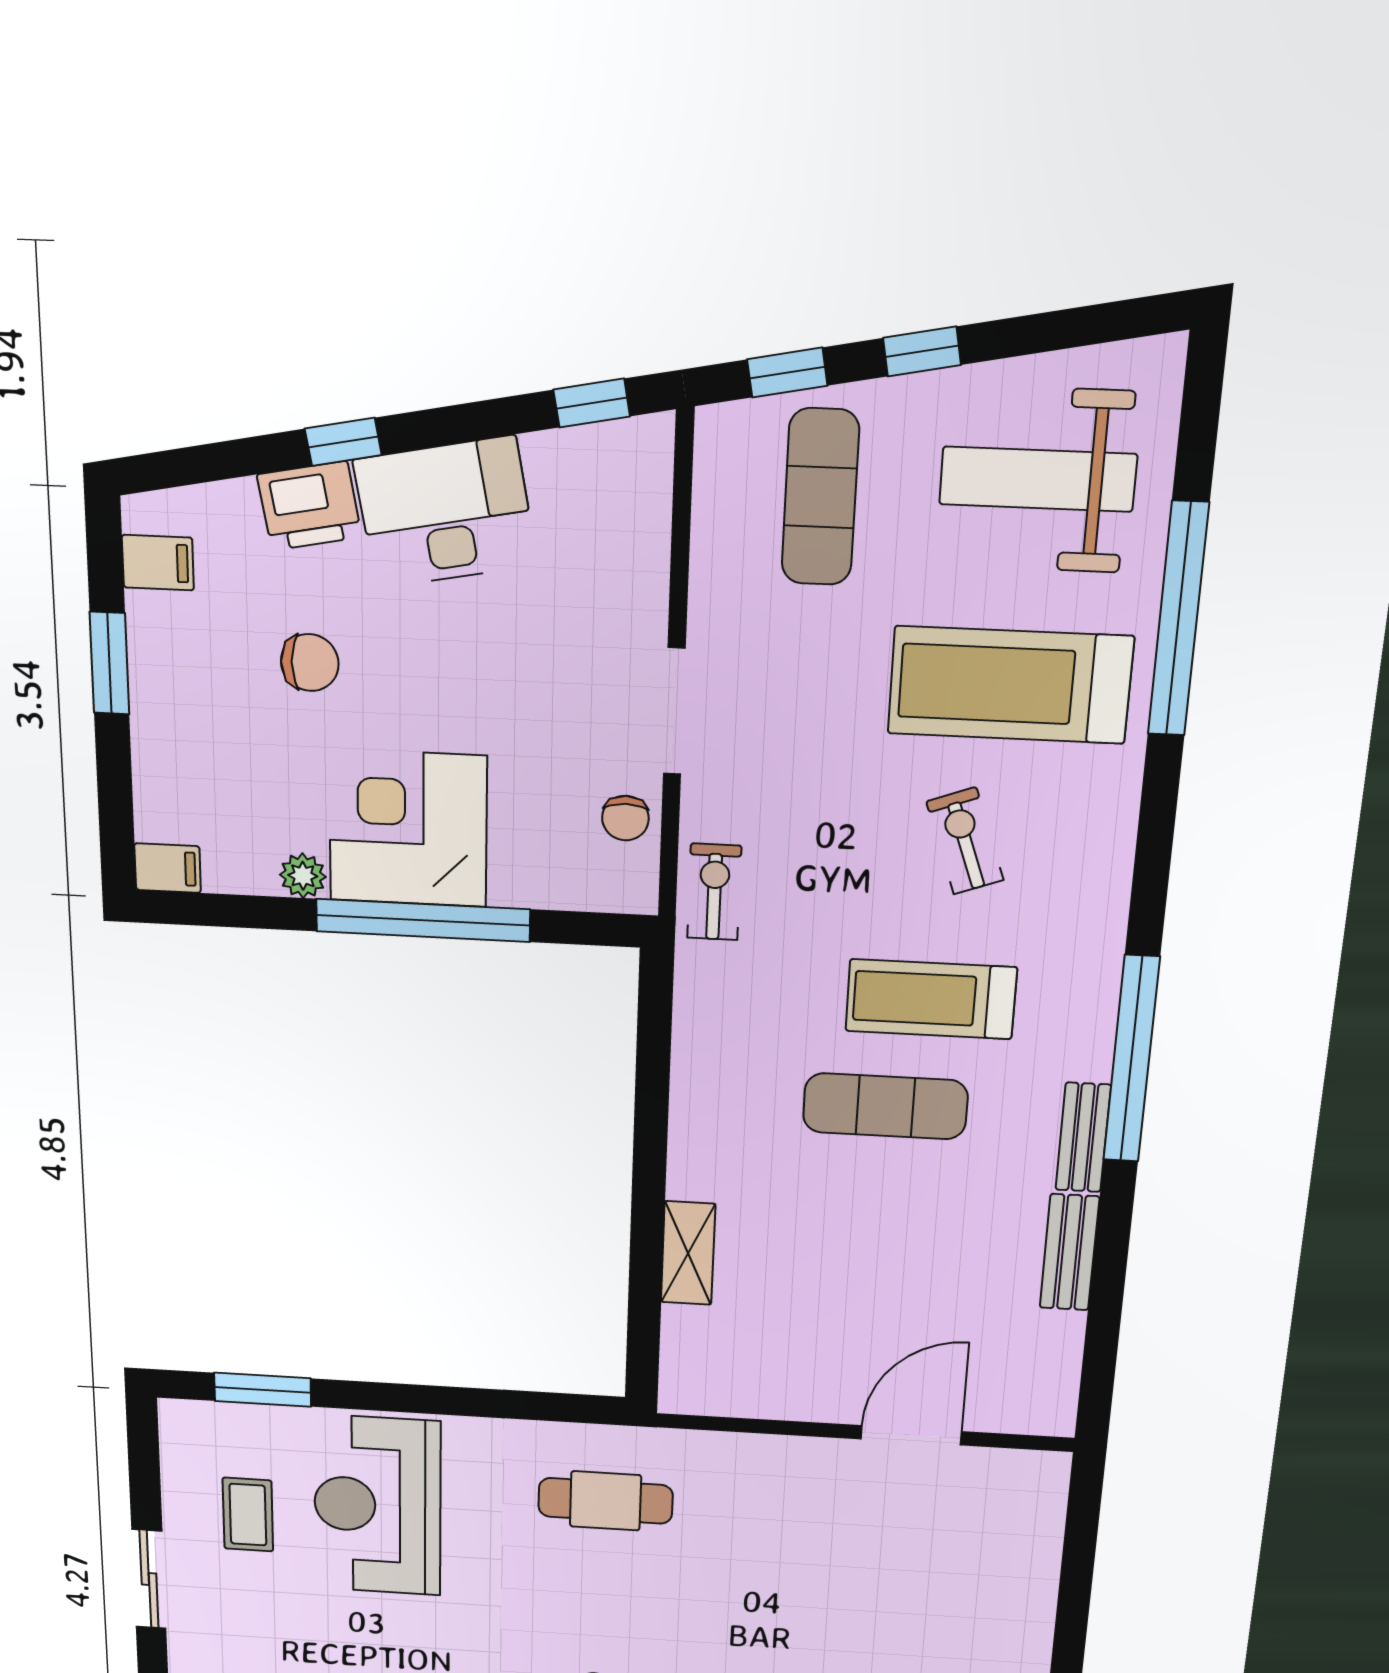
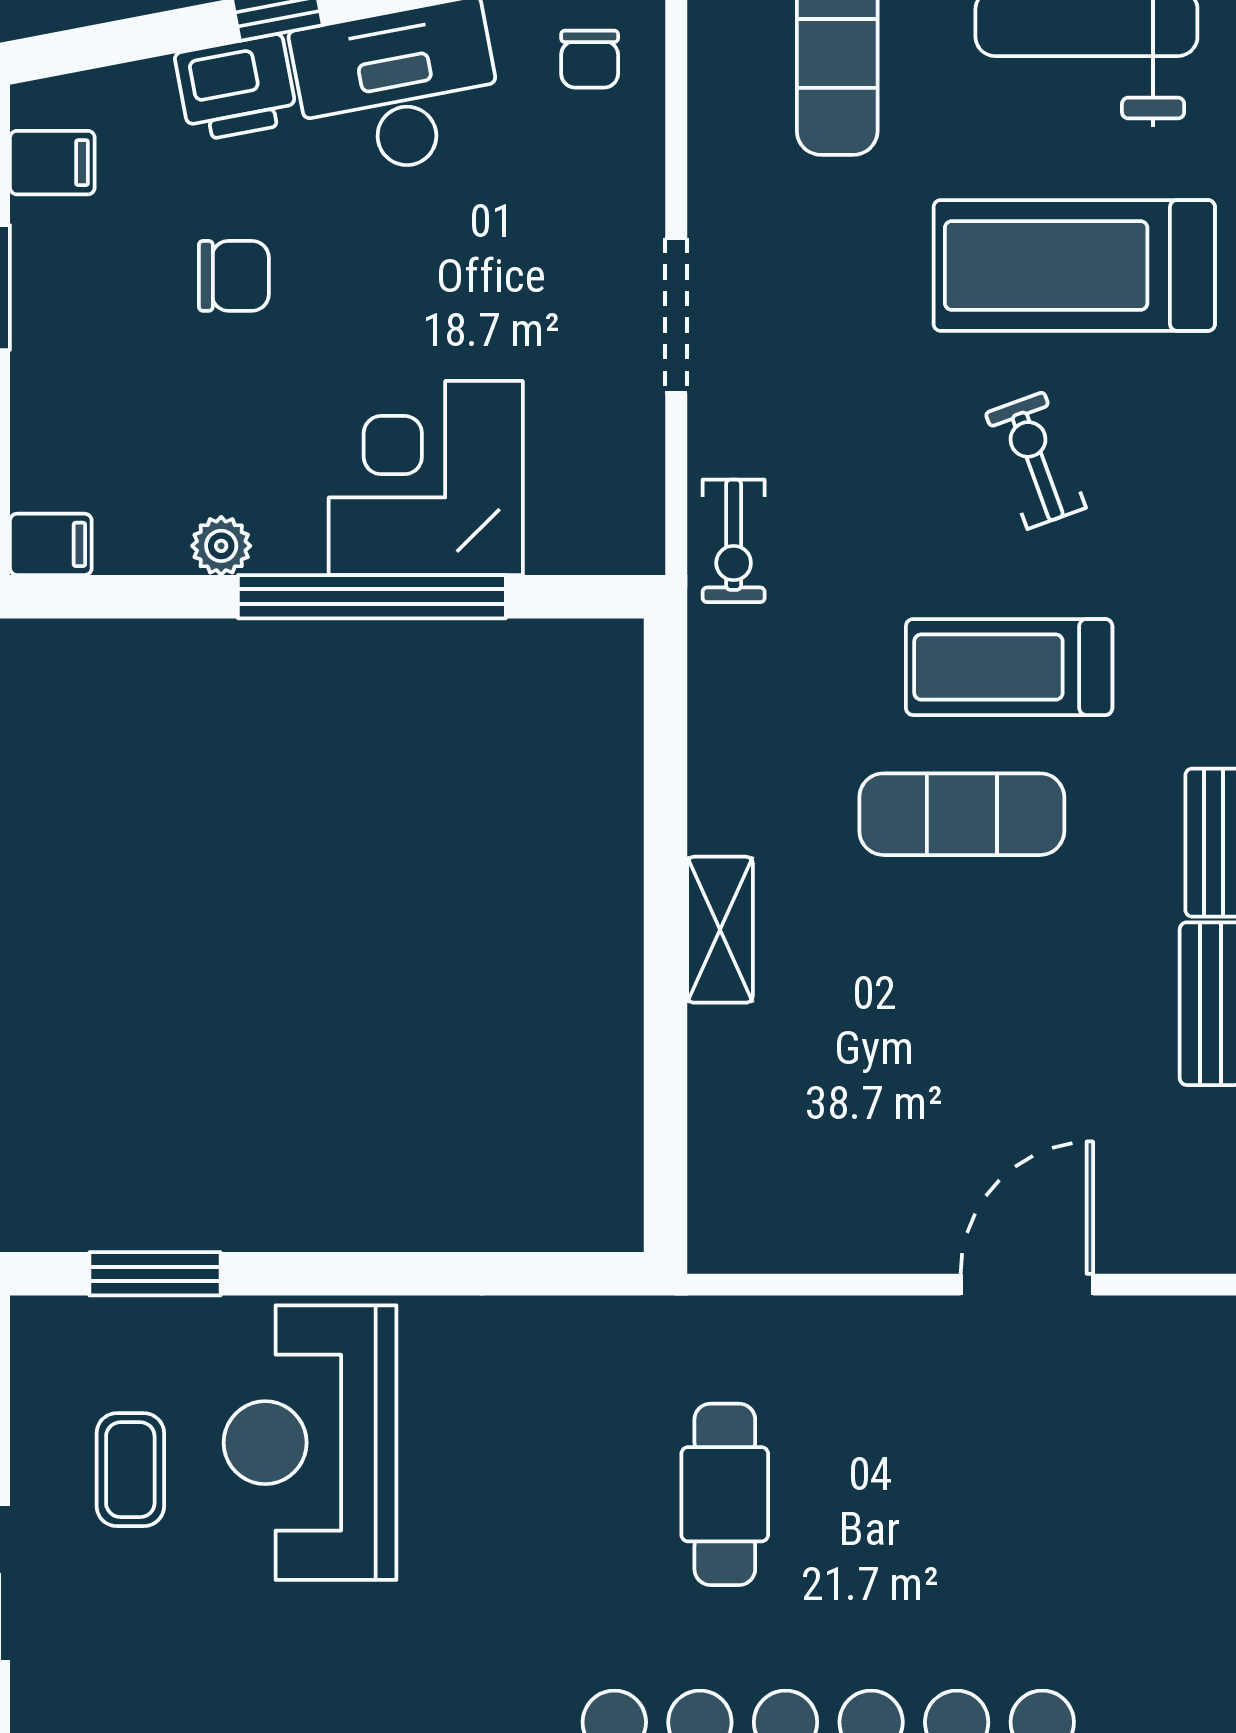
chair: (625, 818) -> (590, 59), moved
corner desk: (408, 828) -> (426, 478), moved
exercise bike: (714, 892) -> (734, 541), turned 180
shelving: (688, 1253) -> (720, 930), moved
cafe table: (605, 1501) -> (725, 1494), moved, turned 90

